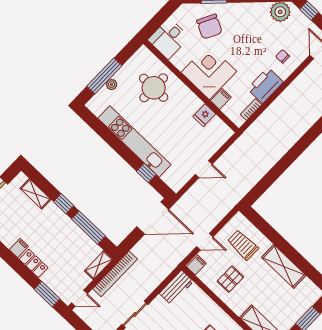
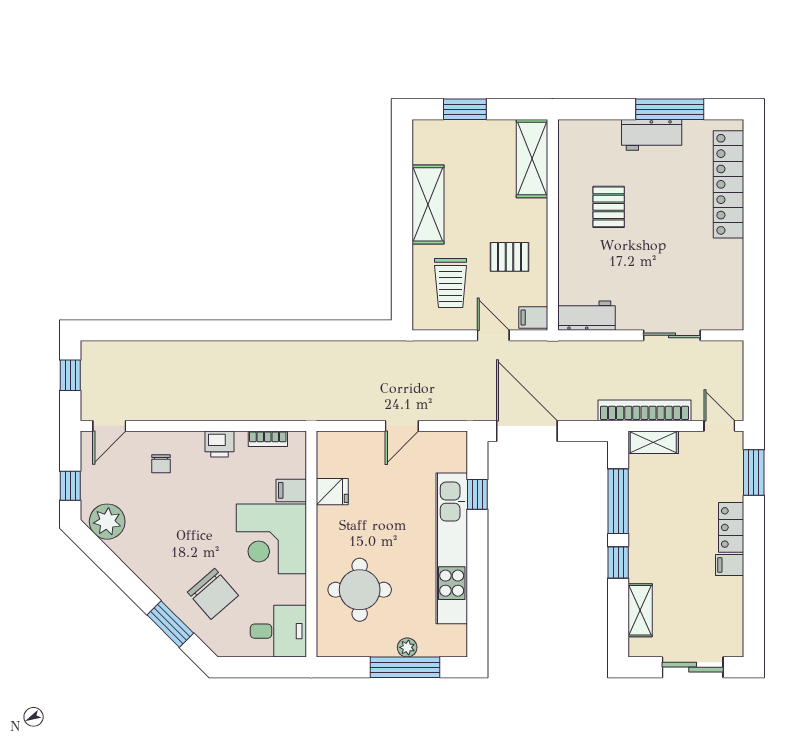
chair: (209, 27) -> (213, 594), turned 112
printer: (265, 85) -> (219, 444), width x0.53, depth x0.68
door: (204, 169) -> (402, 426), swing flipped

